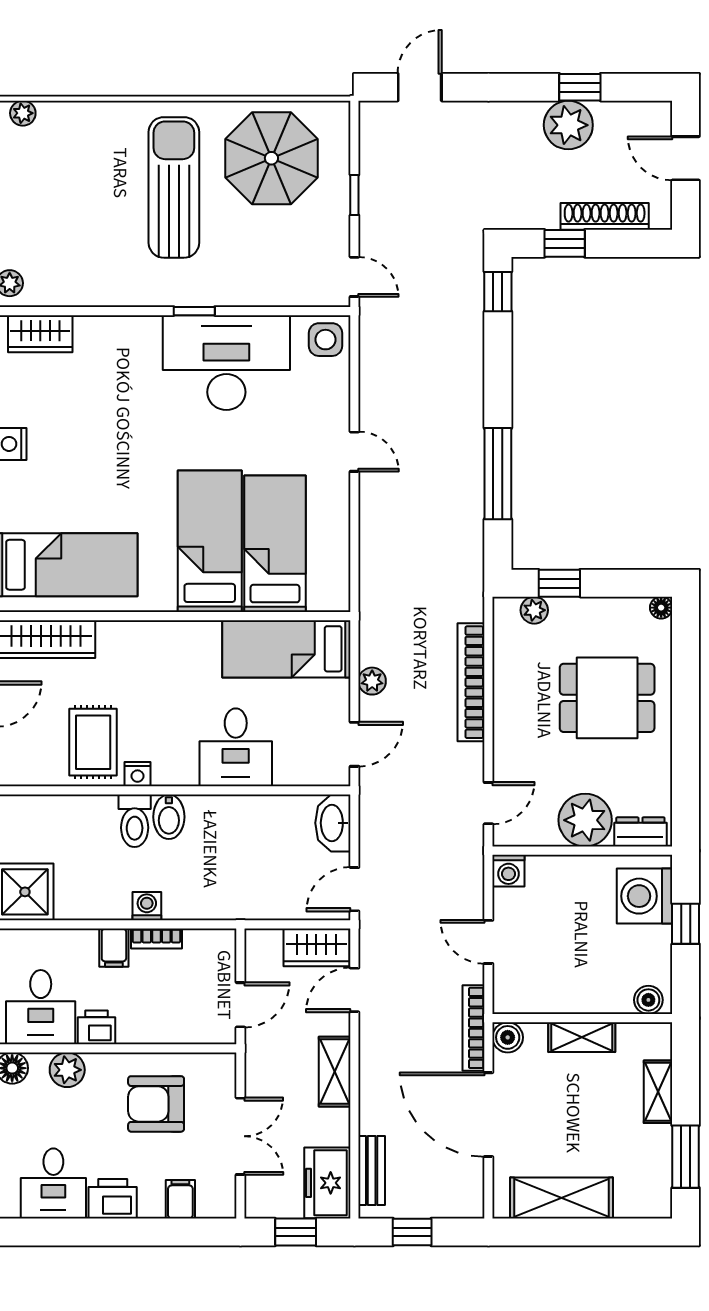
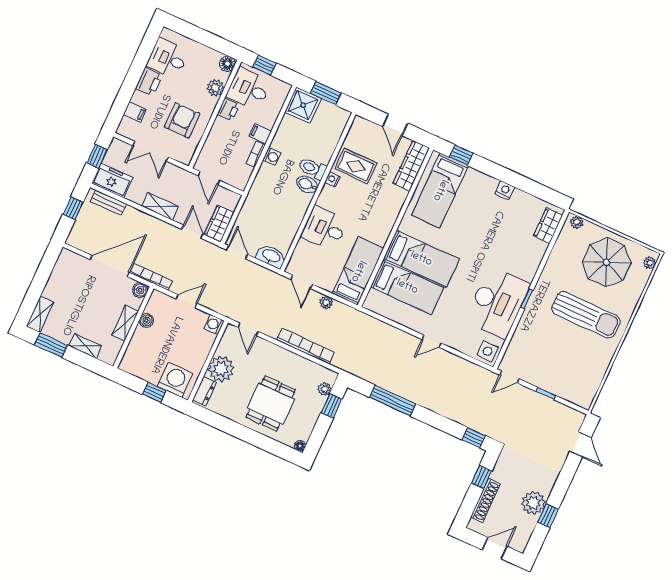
parasol: (271, 158) -> (607, 262), moved
boiler: (648, 1000) -> (146, 321), moved
shelving: (562, 1198) -> (40, 314), moved, width x0.67, depth x0.75

